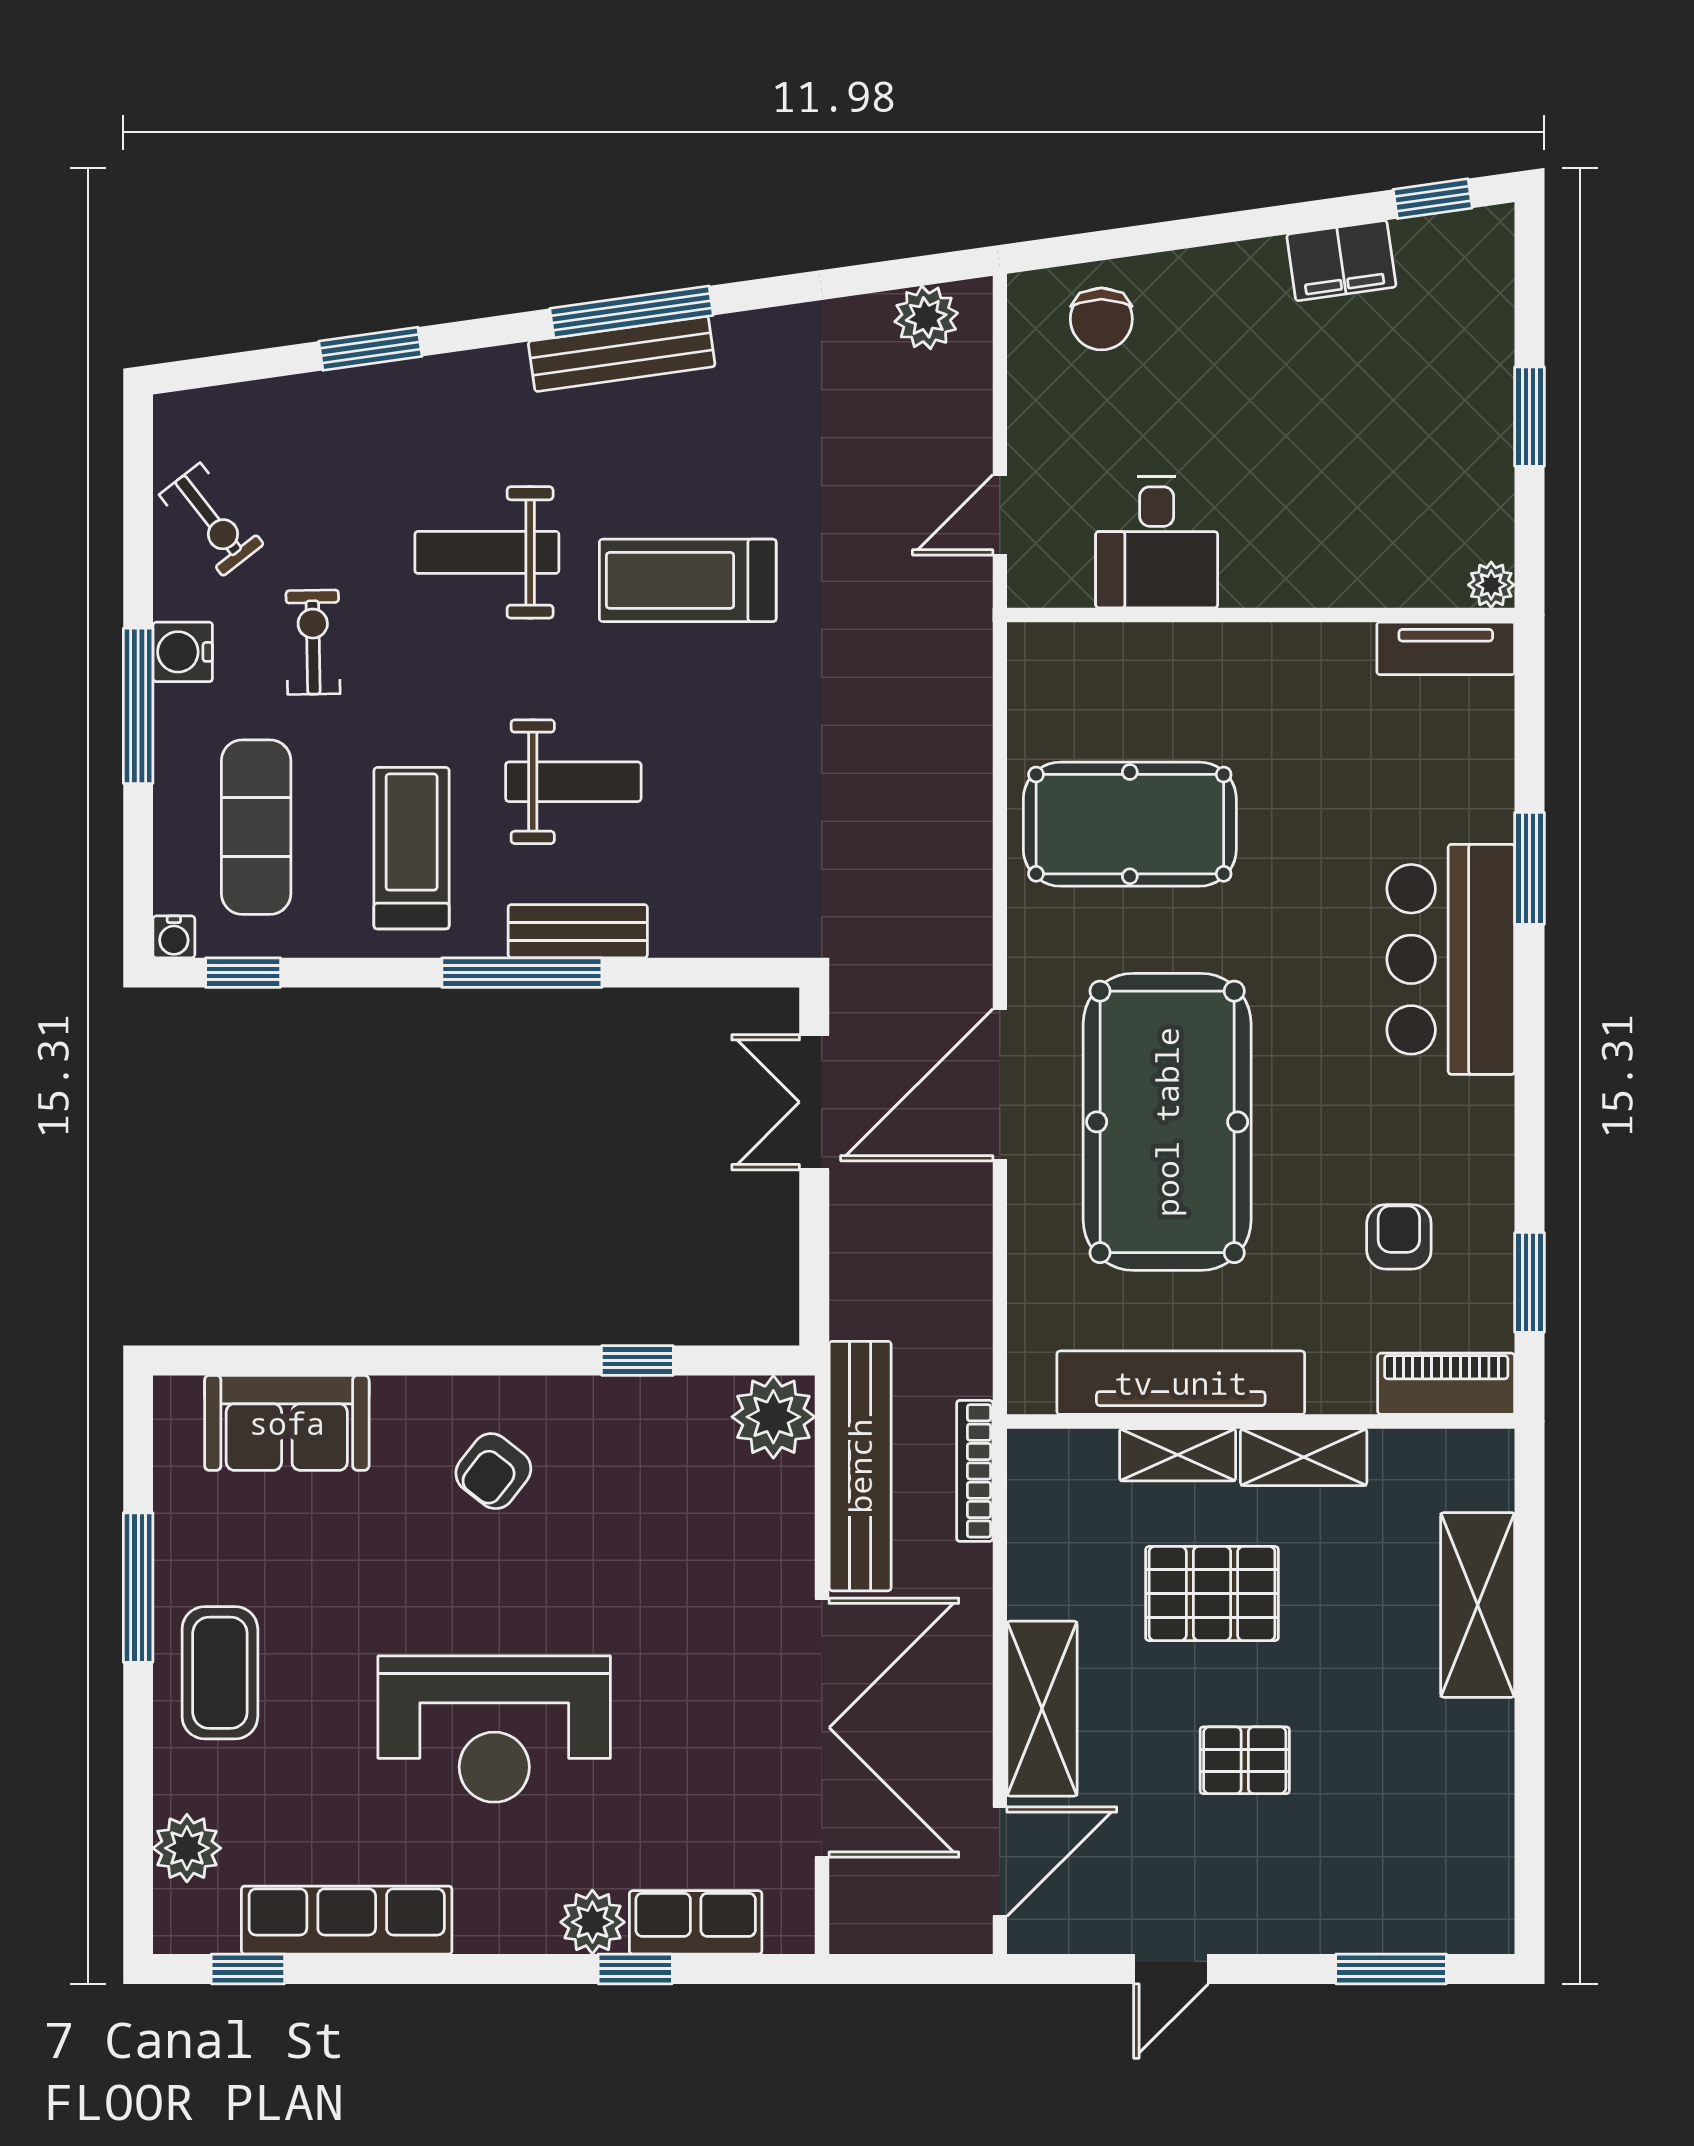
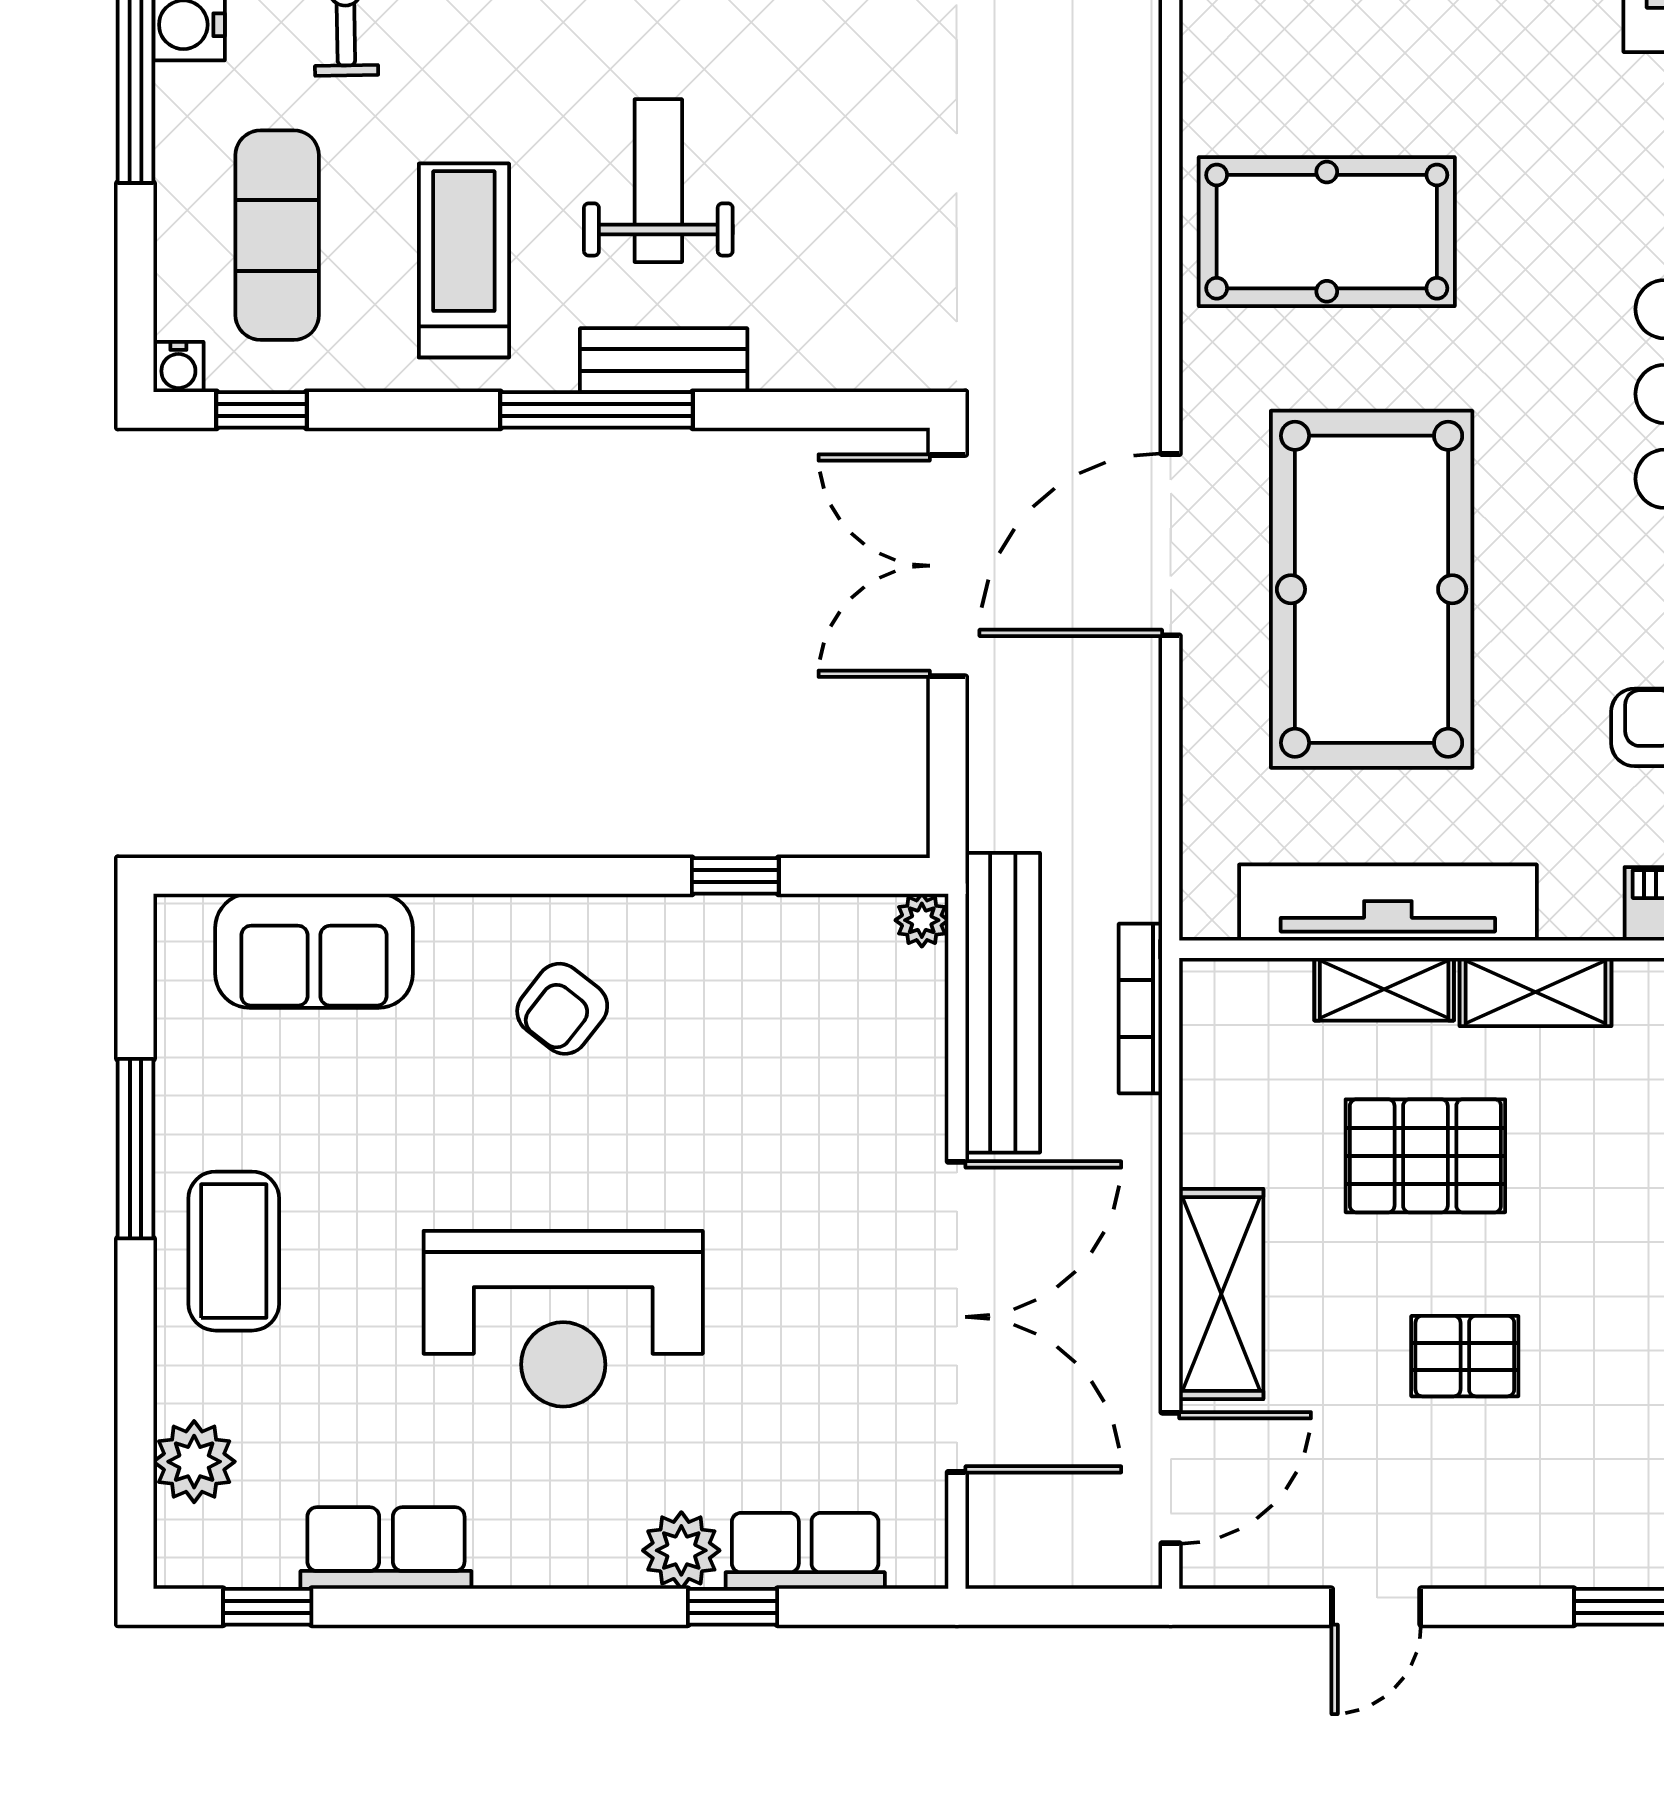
weight bench: (573, 782) -> (658, 181), turned -90
double door: (814, 1102) -> (948, 566), width x1.37
plant: (773, 1417) -> (922, 920), width x0.53, depth x0.53
row of seats: (347, 1920) -> (386, 1548), width x0.68

